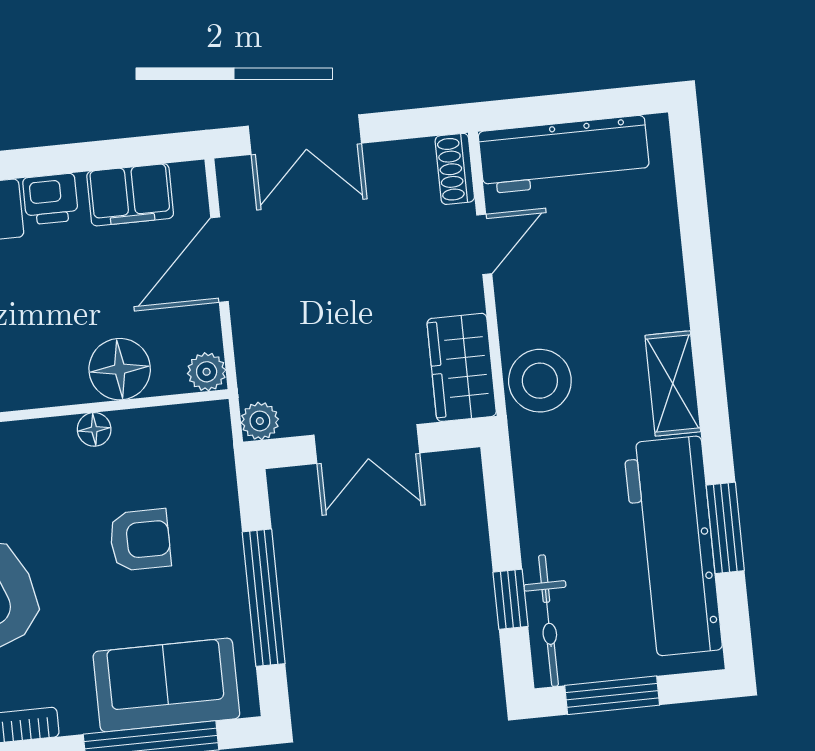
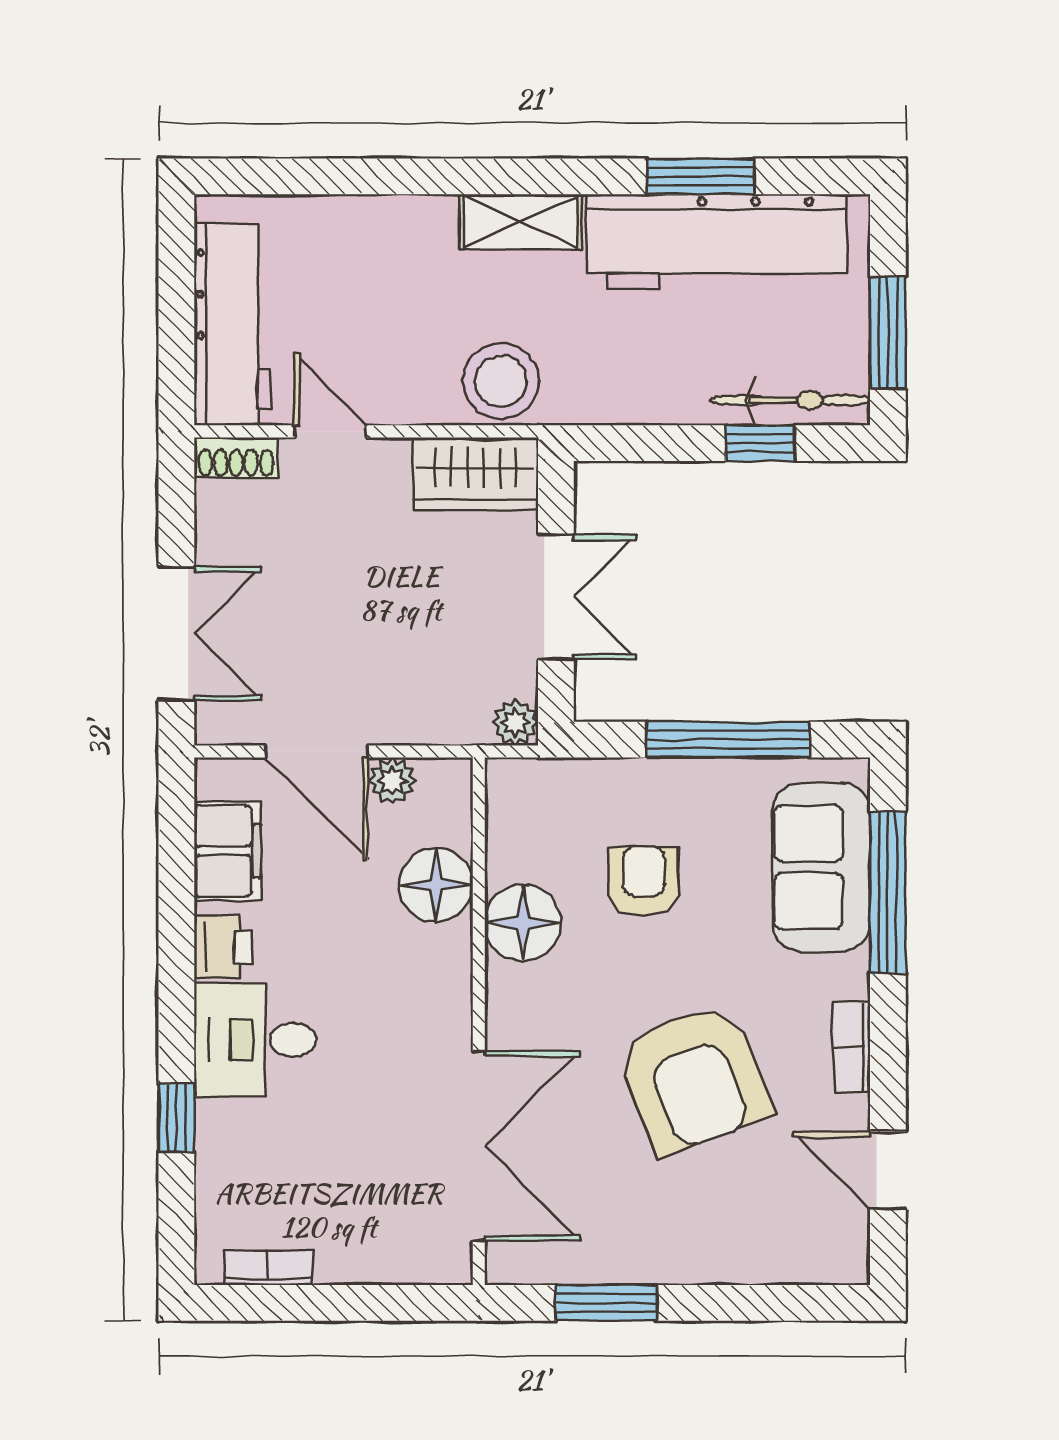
plant: (207, 372) -> (392, 781), moved
floor lamp: (94, 429) -> (523, 923), width x1.89, depth x1.89

